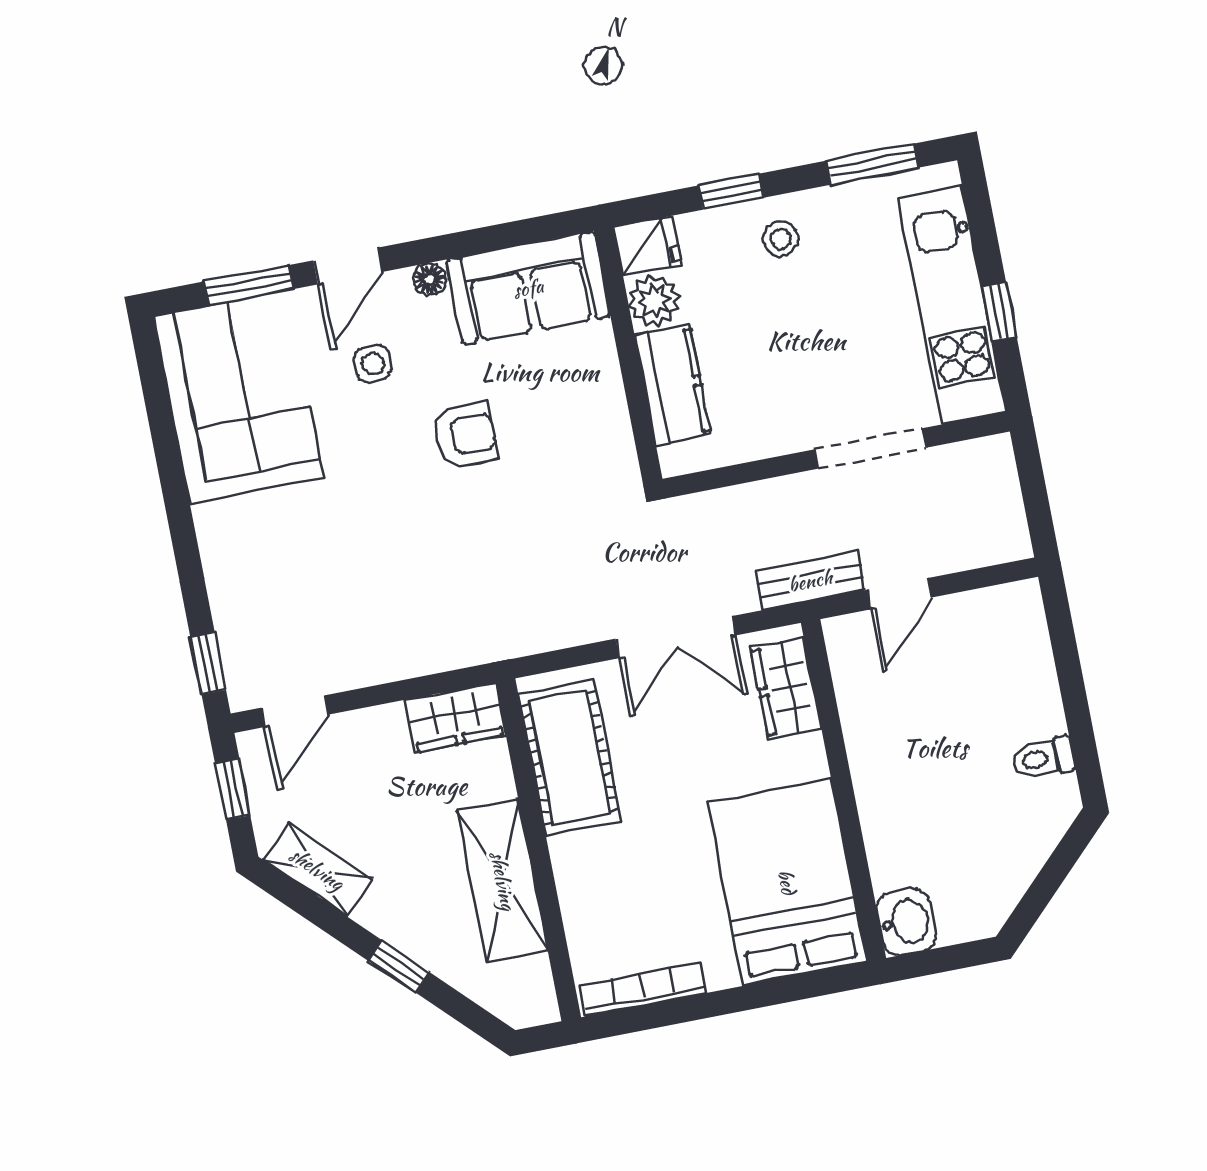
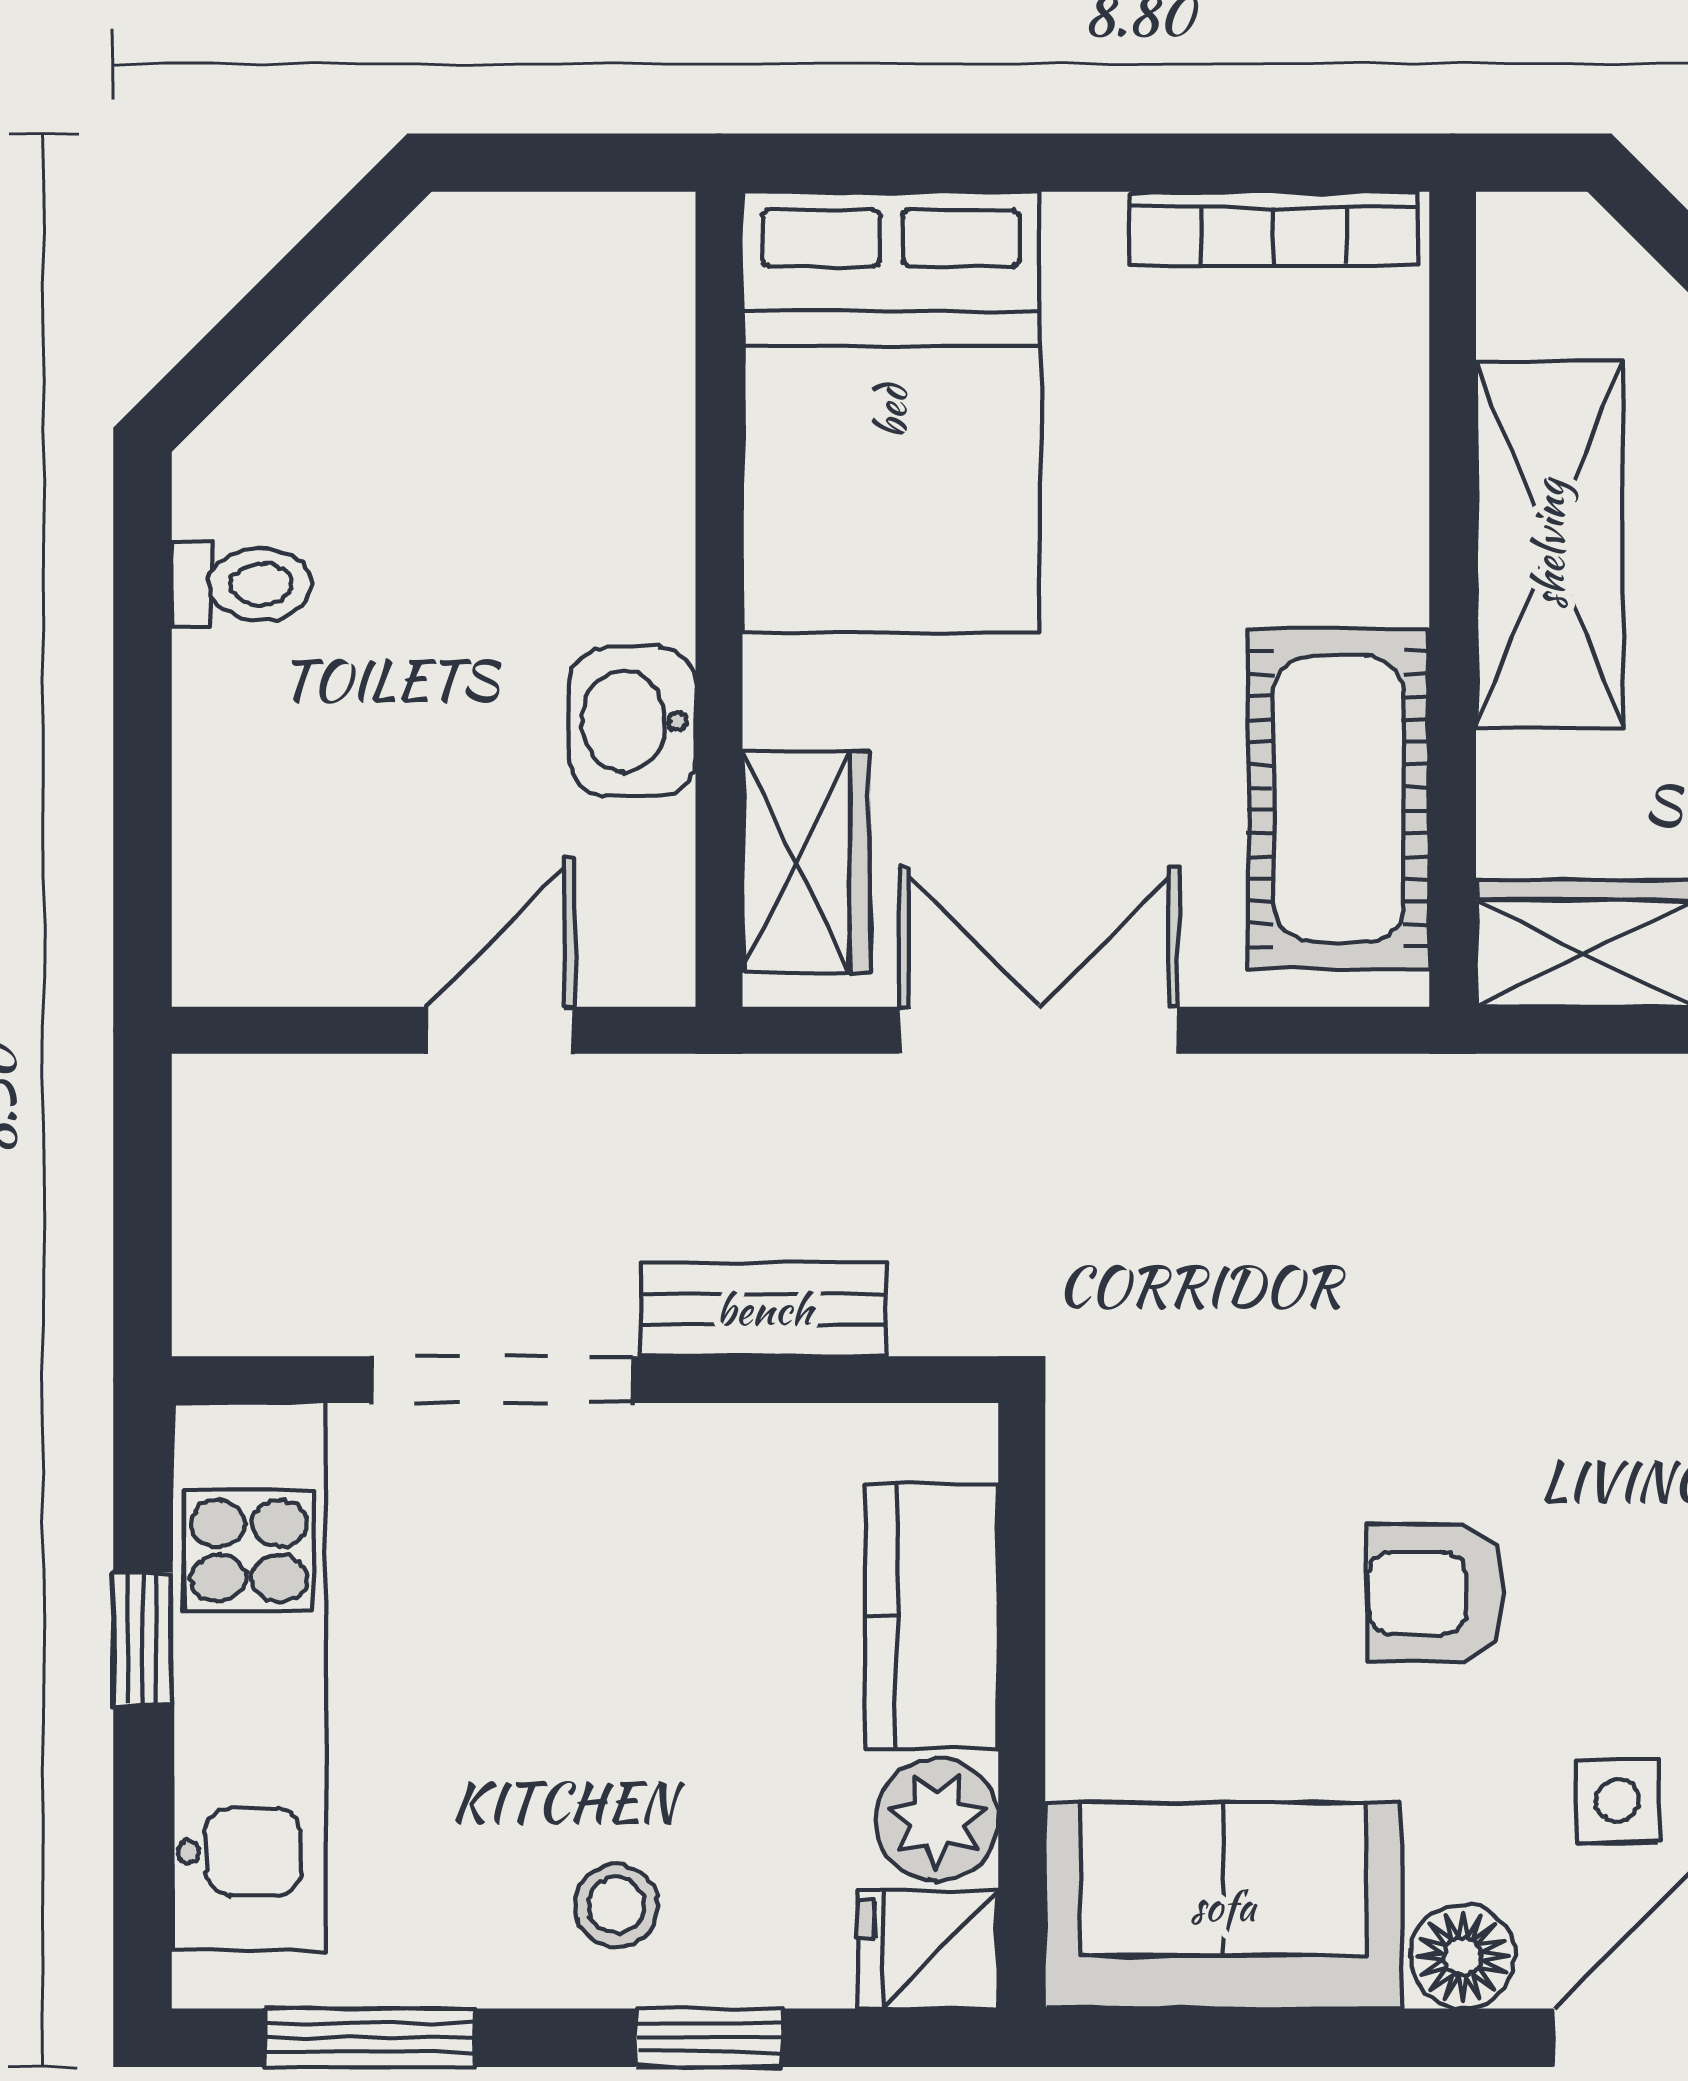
floor lamp: (429, 279) -> (1463, 1956), width x1.37, depth x1.37
bench: (810, 581) -> (764, 1310), moved
washbasin: (906, 922) -> (632, 721), moved

